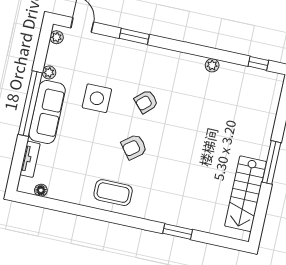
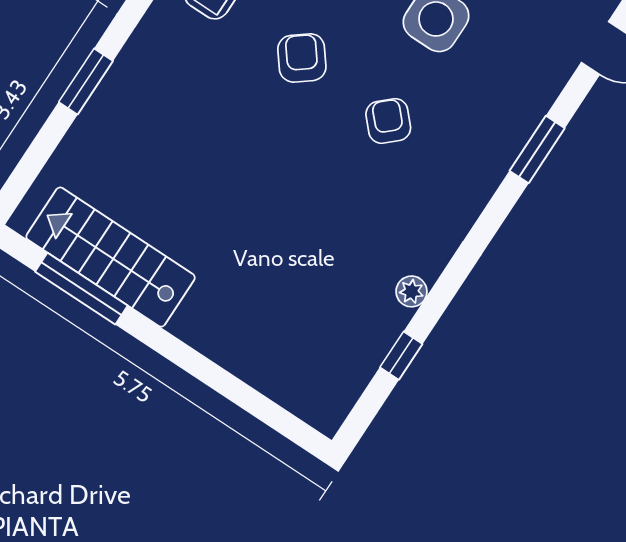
window: (258, 63) -> (401, 356), moved
window: (271, 162) -> (81, 289), moved

